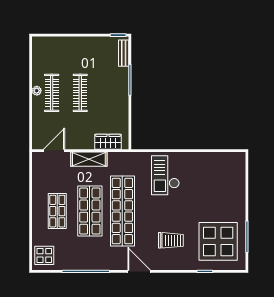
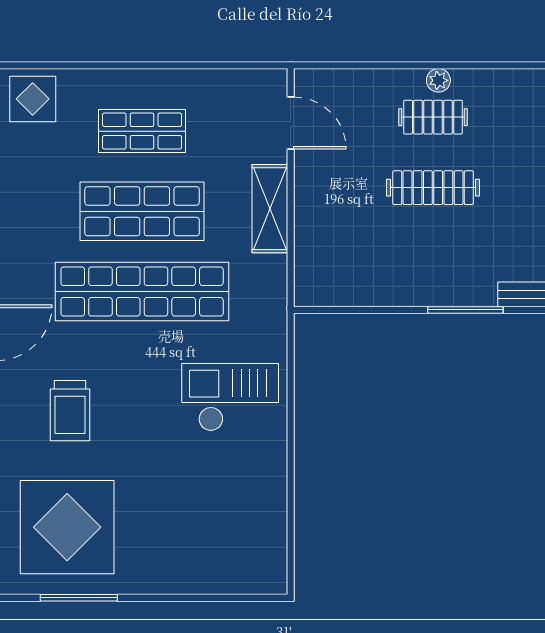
clothes rail: (52, 93) -> (433, 117), width x0.73
wardrobe: (108, 142) -> (313, 256), removed

